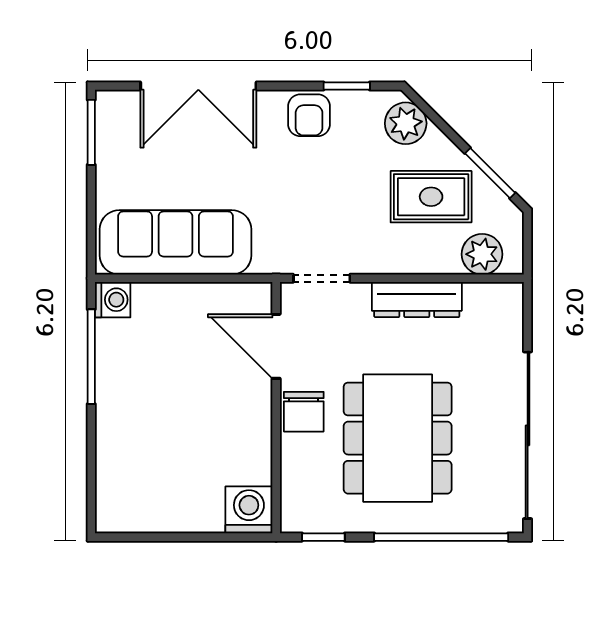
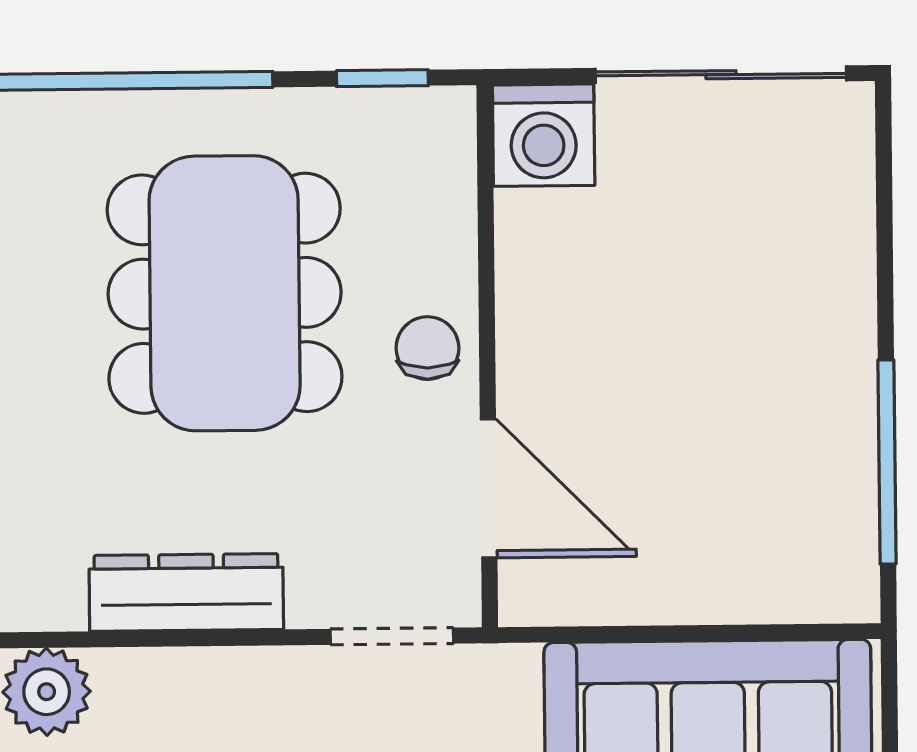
washing machine: (113, 300) -> (842, 585), removed
chair: (304, 412) -> (427, 348), width x0.73, depth x0.73
sliding door: (166, 537) -> (721, 75), added

